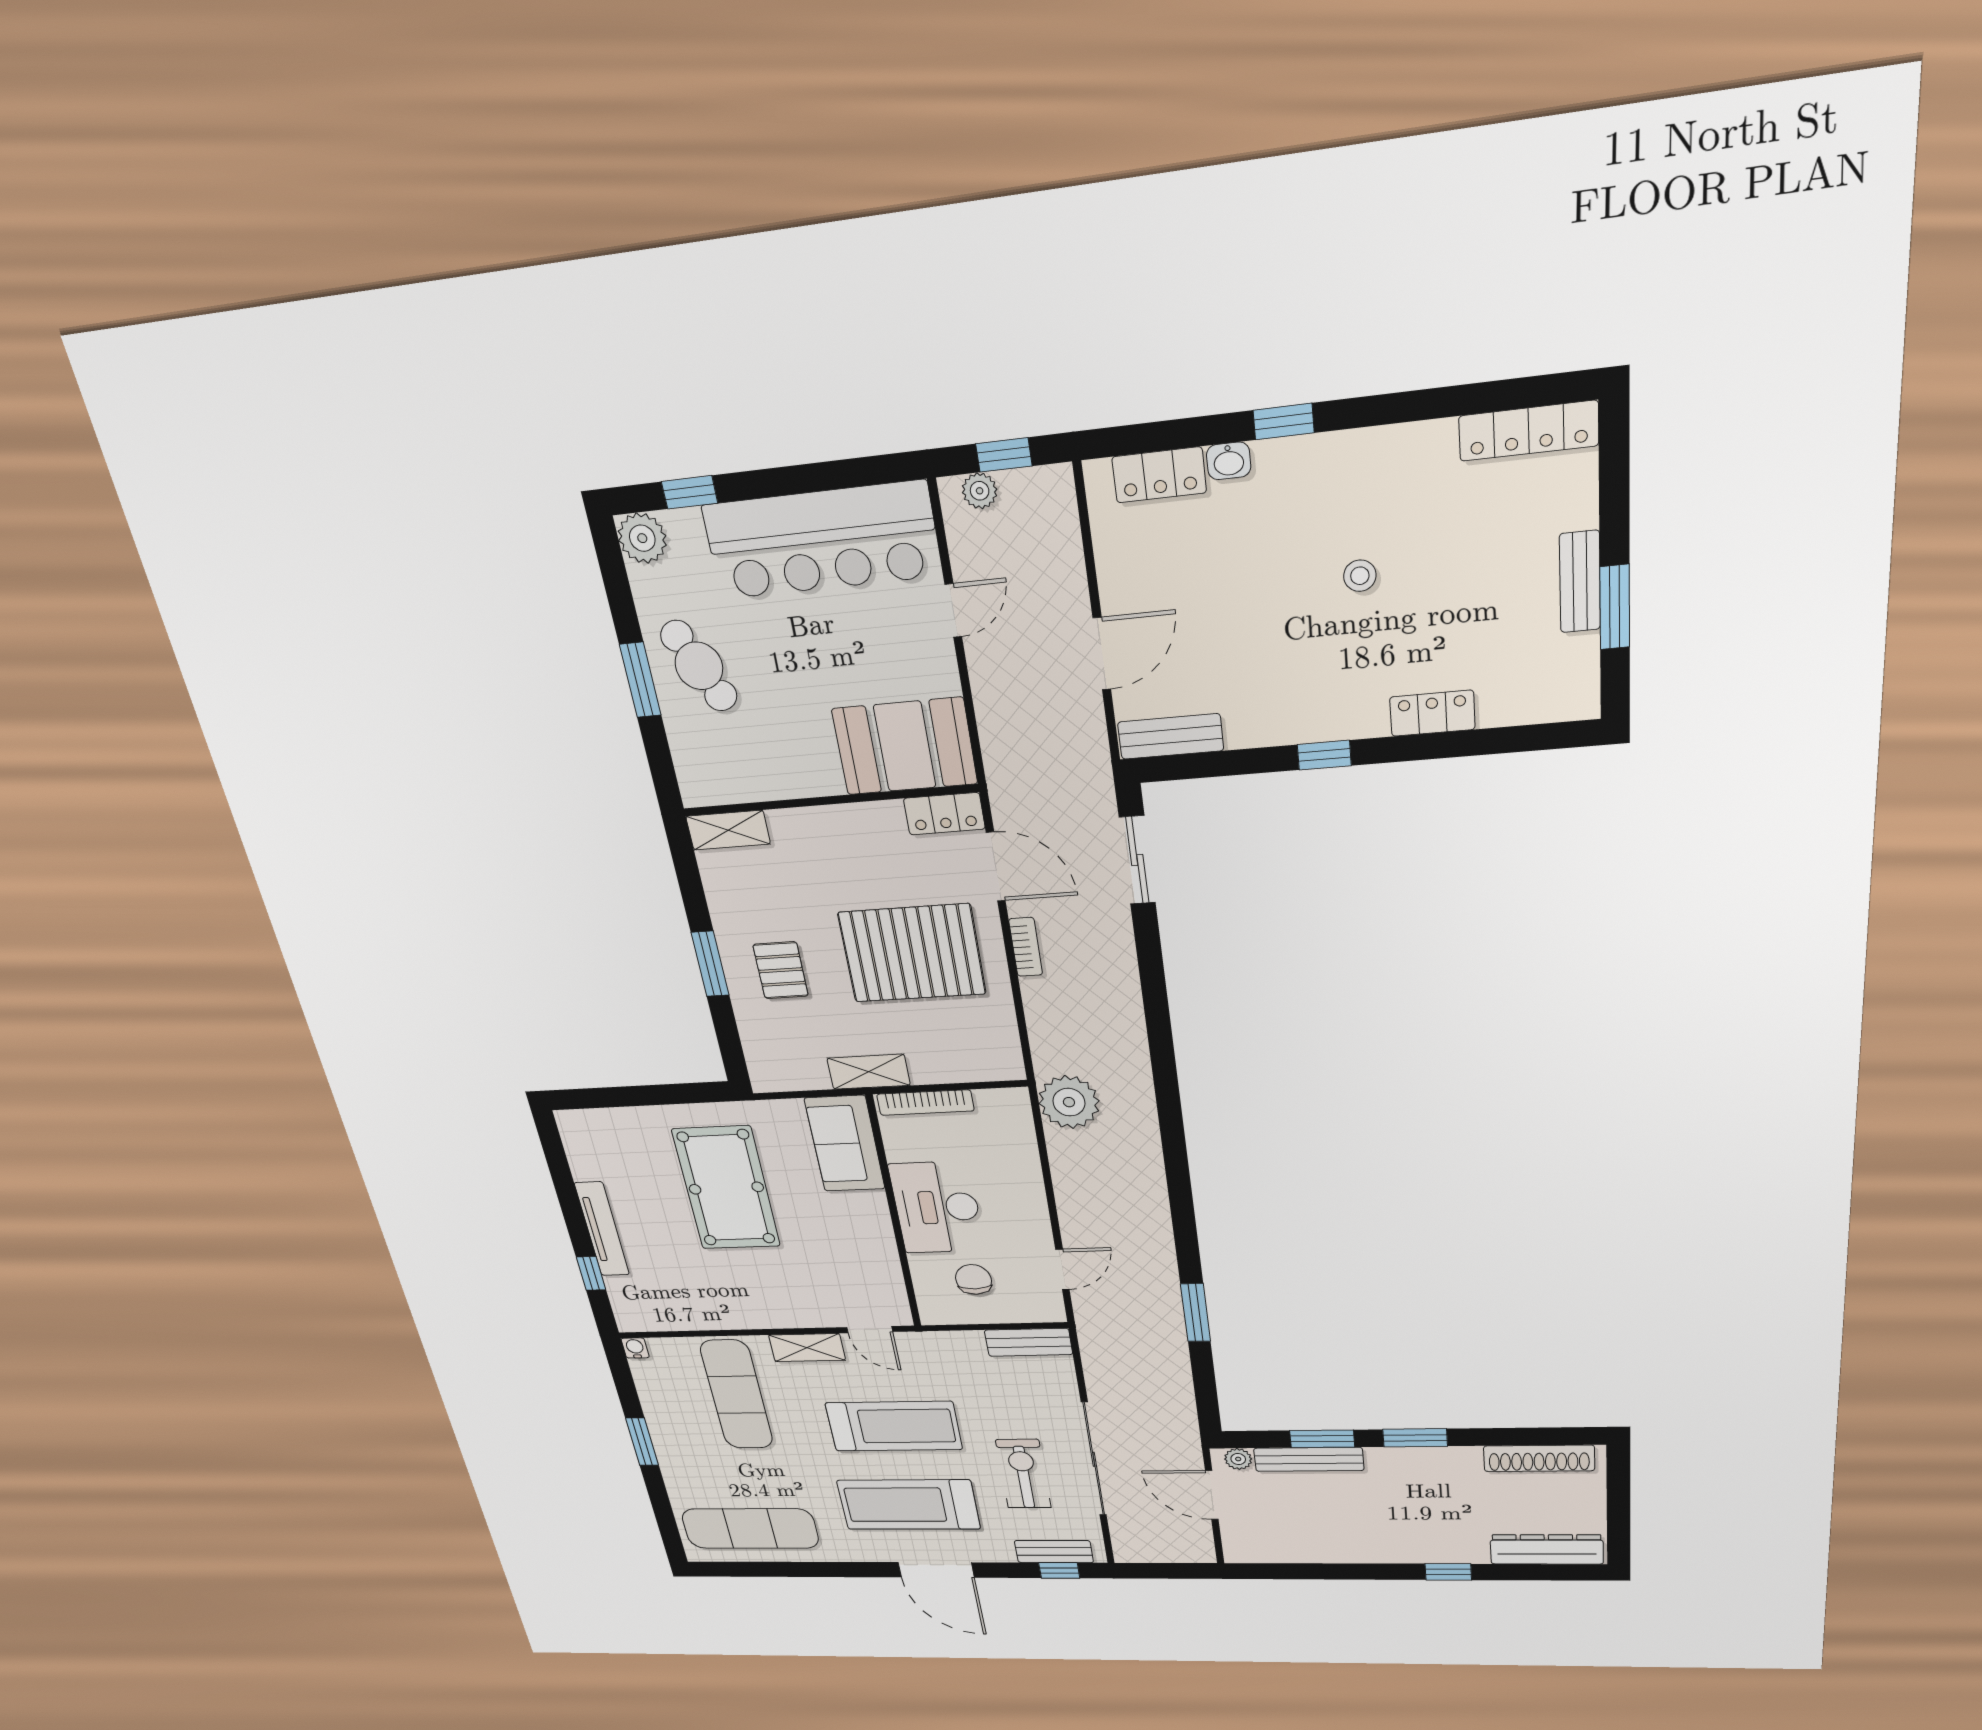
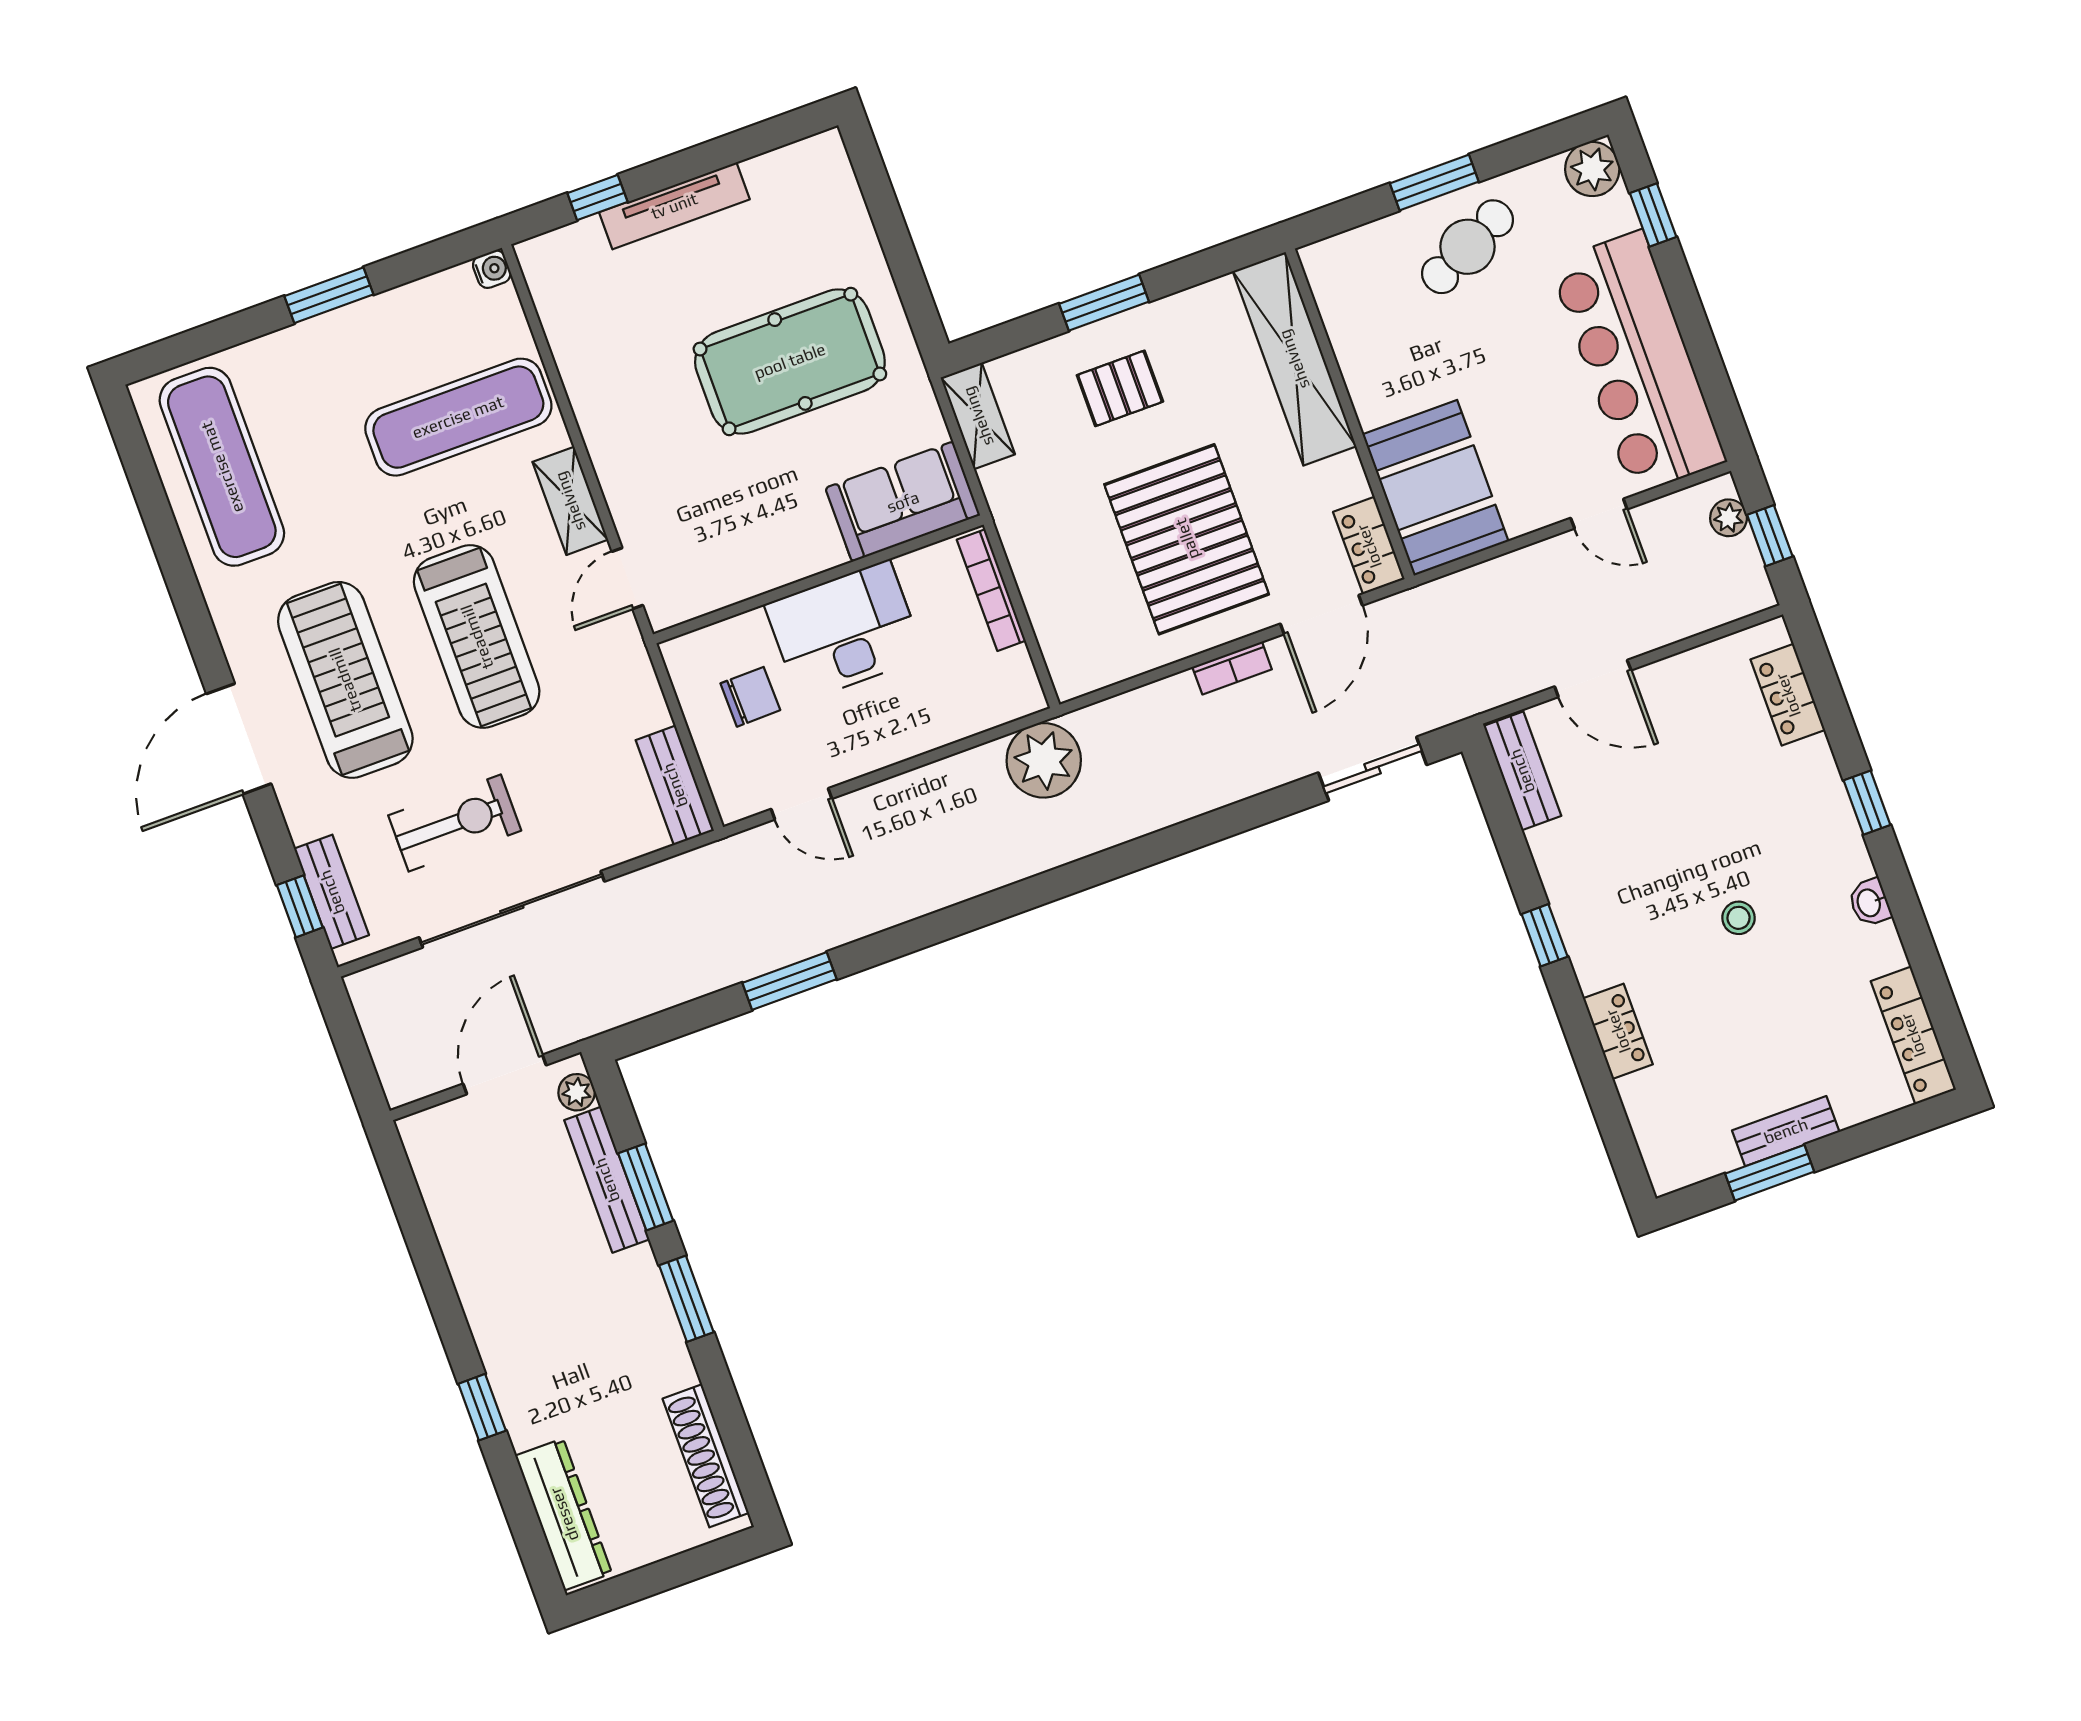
washbasin: (1229, 461) -> (1870, 903), moved
shelving: (728, 830) -> (1294, 359), width x2.20, depth x1.33
shelving: (869, 1072) -> (978, 416), moved

